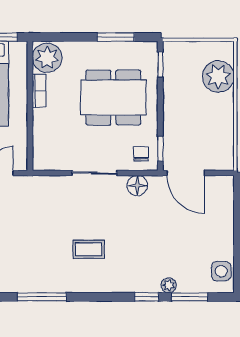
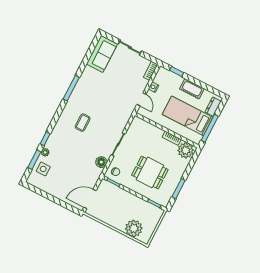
dining table: (113, 97) -> (150, 172), width x0.73
door: (186, 173) -> (90, 199), moved
side table: (221, 271) -> (43, 169), moved

